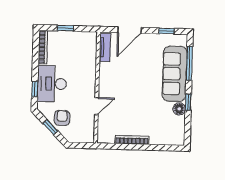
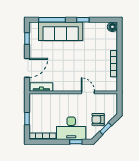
door: (130, 30) -> (27, 68), hinge flipped
floor lamp: (179, 109) -> (112, 27), moved

